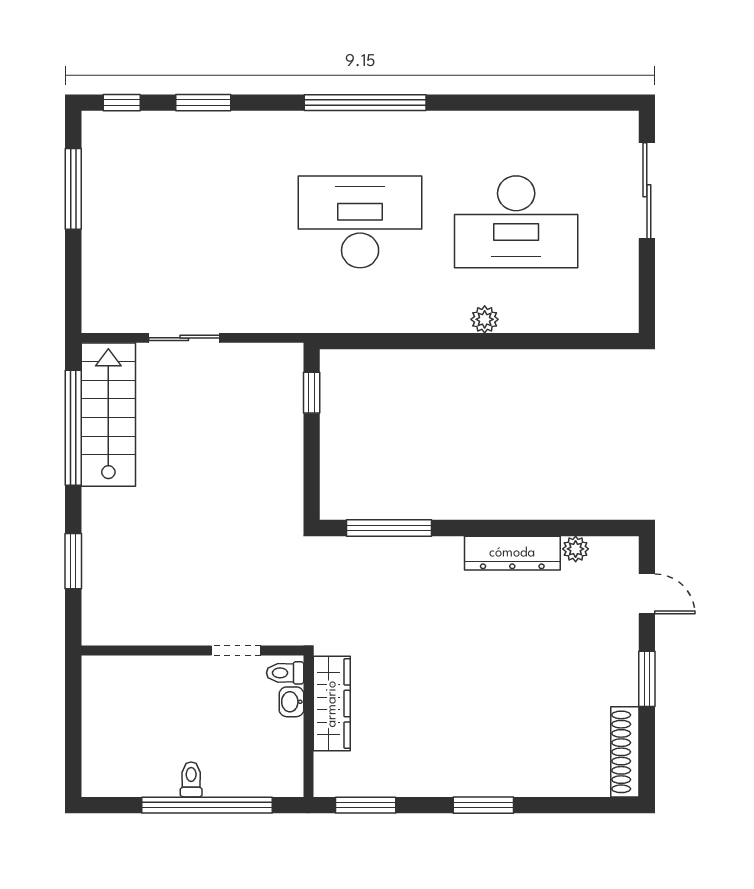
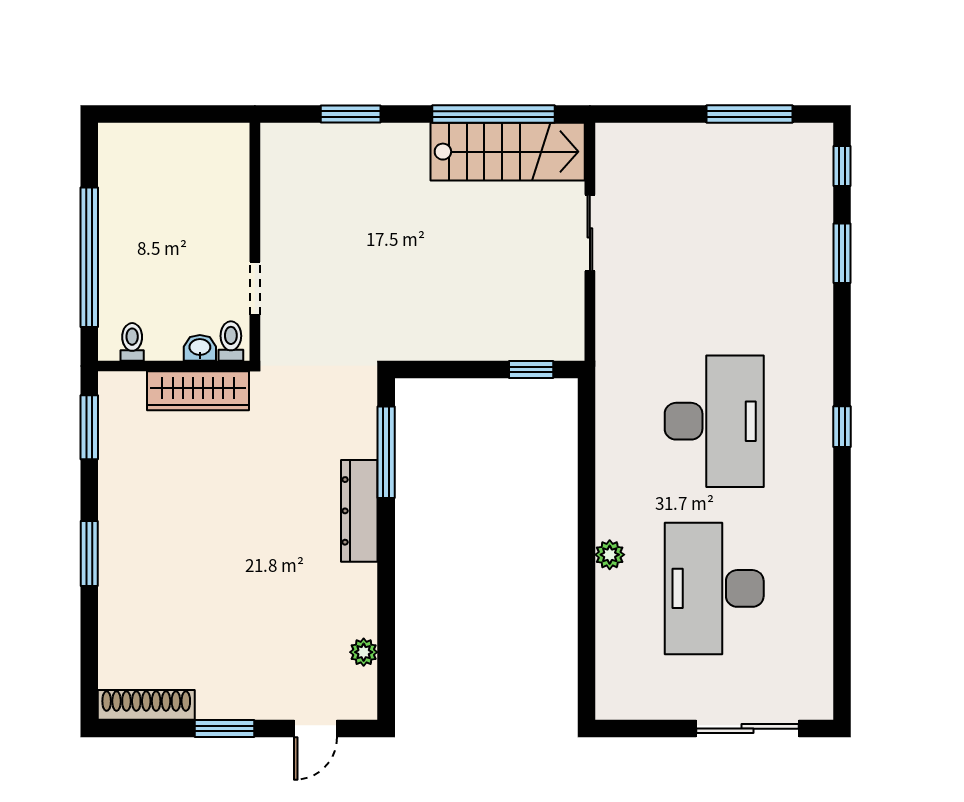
window: (365, 103) -> (842, 427), width x0.32
dresser: (512, 553) -> (359, 511), moved
toilet: (191, 779) -> (132, 342), moved, turned -90

